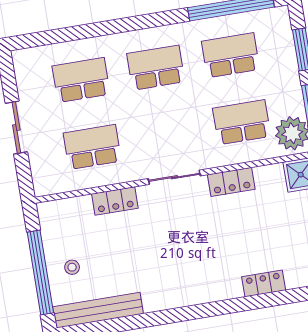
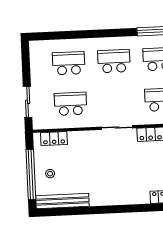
sliding door: (16, 128) -> (28, 102), moved
locker: (115, 201) -> (54, 139), moved

